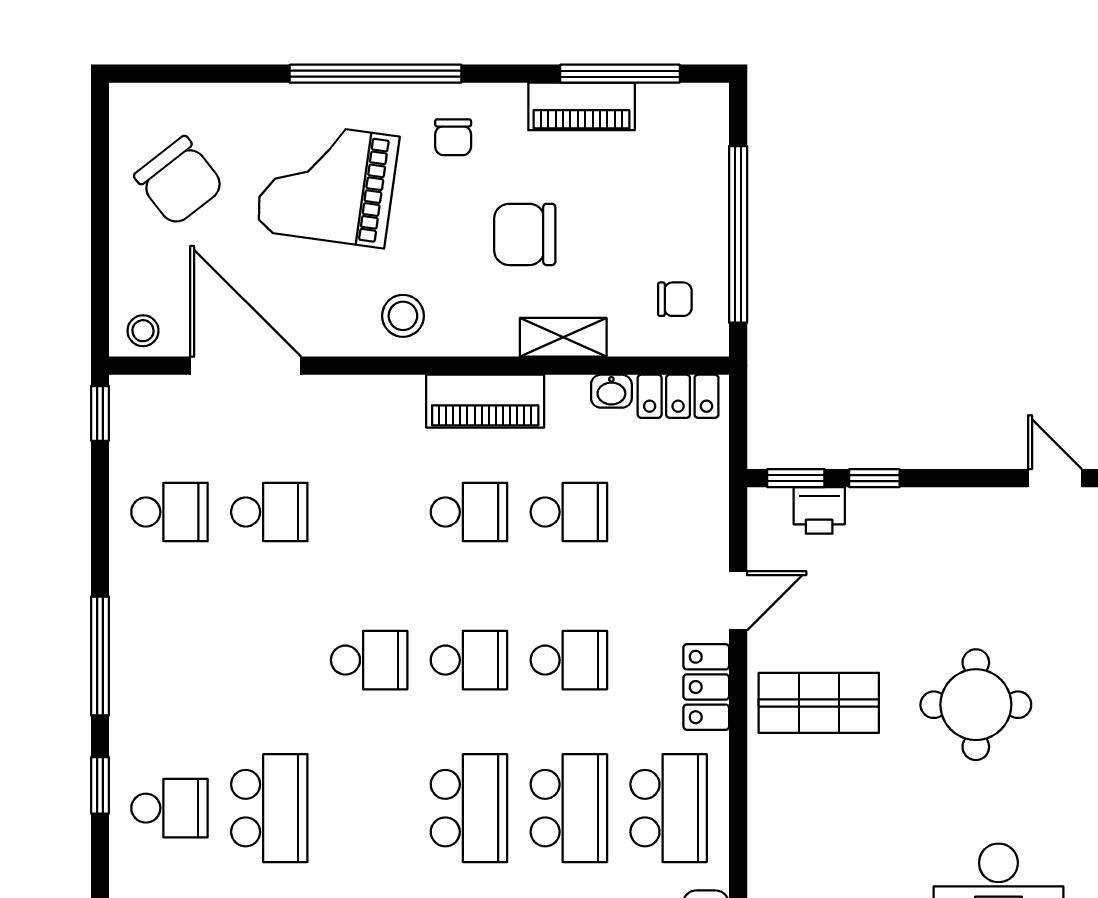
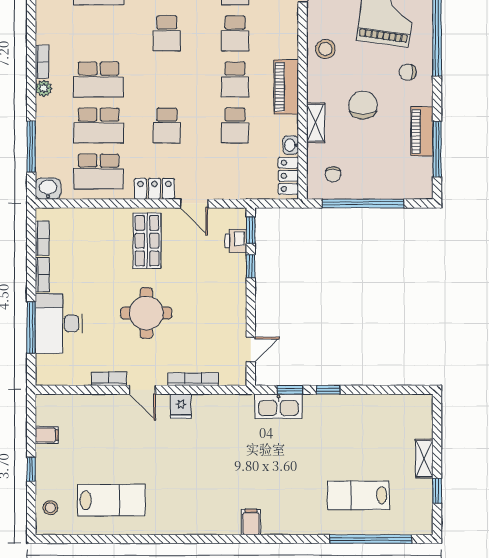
school desk: (469, 660) -> (235, 33), moved

